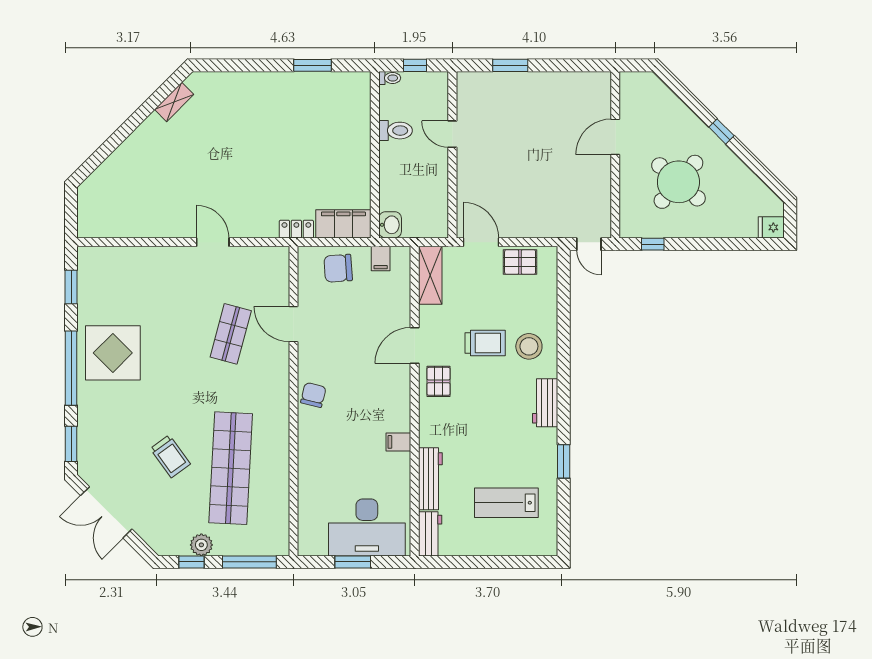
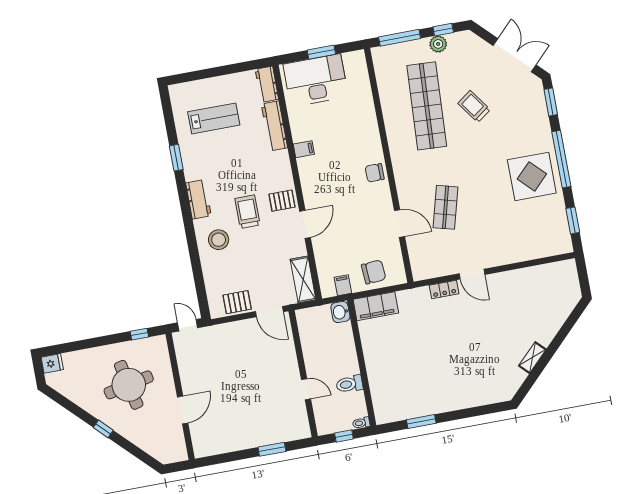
shelving: (174, 102) -> (532, 358), moved
round table: (678, 182) -> (129, 385), turned 37
locker: (296, 229) -> (444, 289), moved
trolley: (485, 343) -> (247, 212), moved, turned 90
pallet: (439, 381) -> (282, 201), turned 90
chair: (313, 395) -> (375, 173), turned 76

